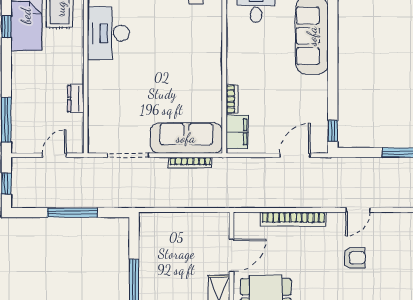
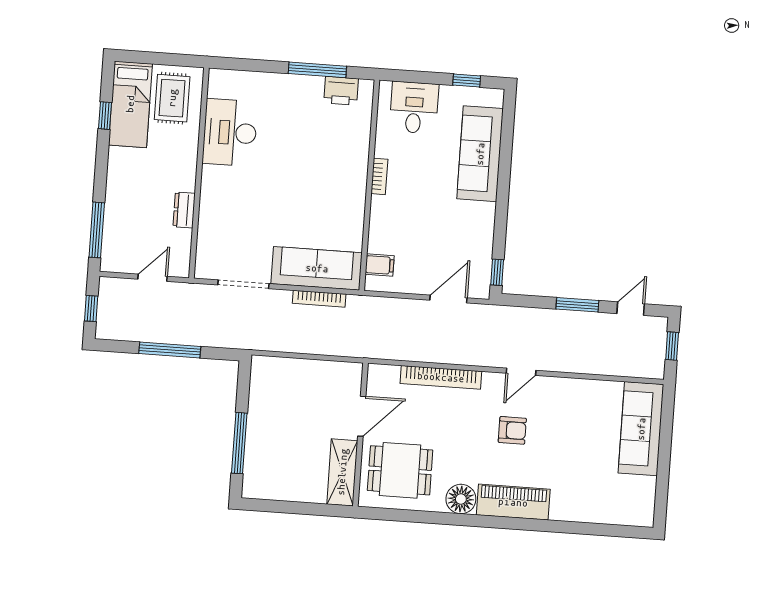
bookcase: (232, 99) -> (379, 176), moved
filing cabinet: (237, 132) -> (380, 265), width x0.50

